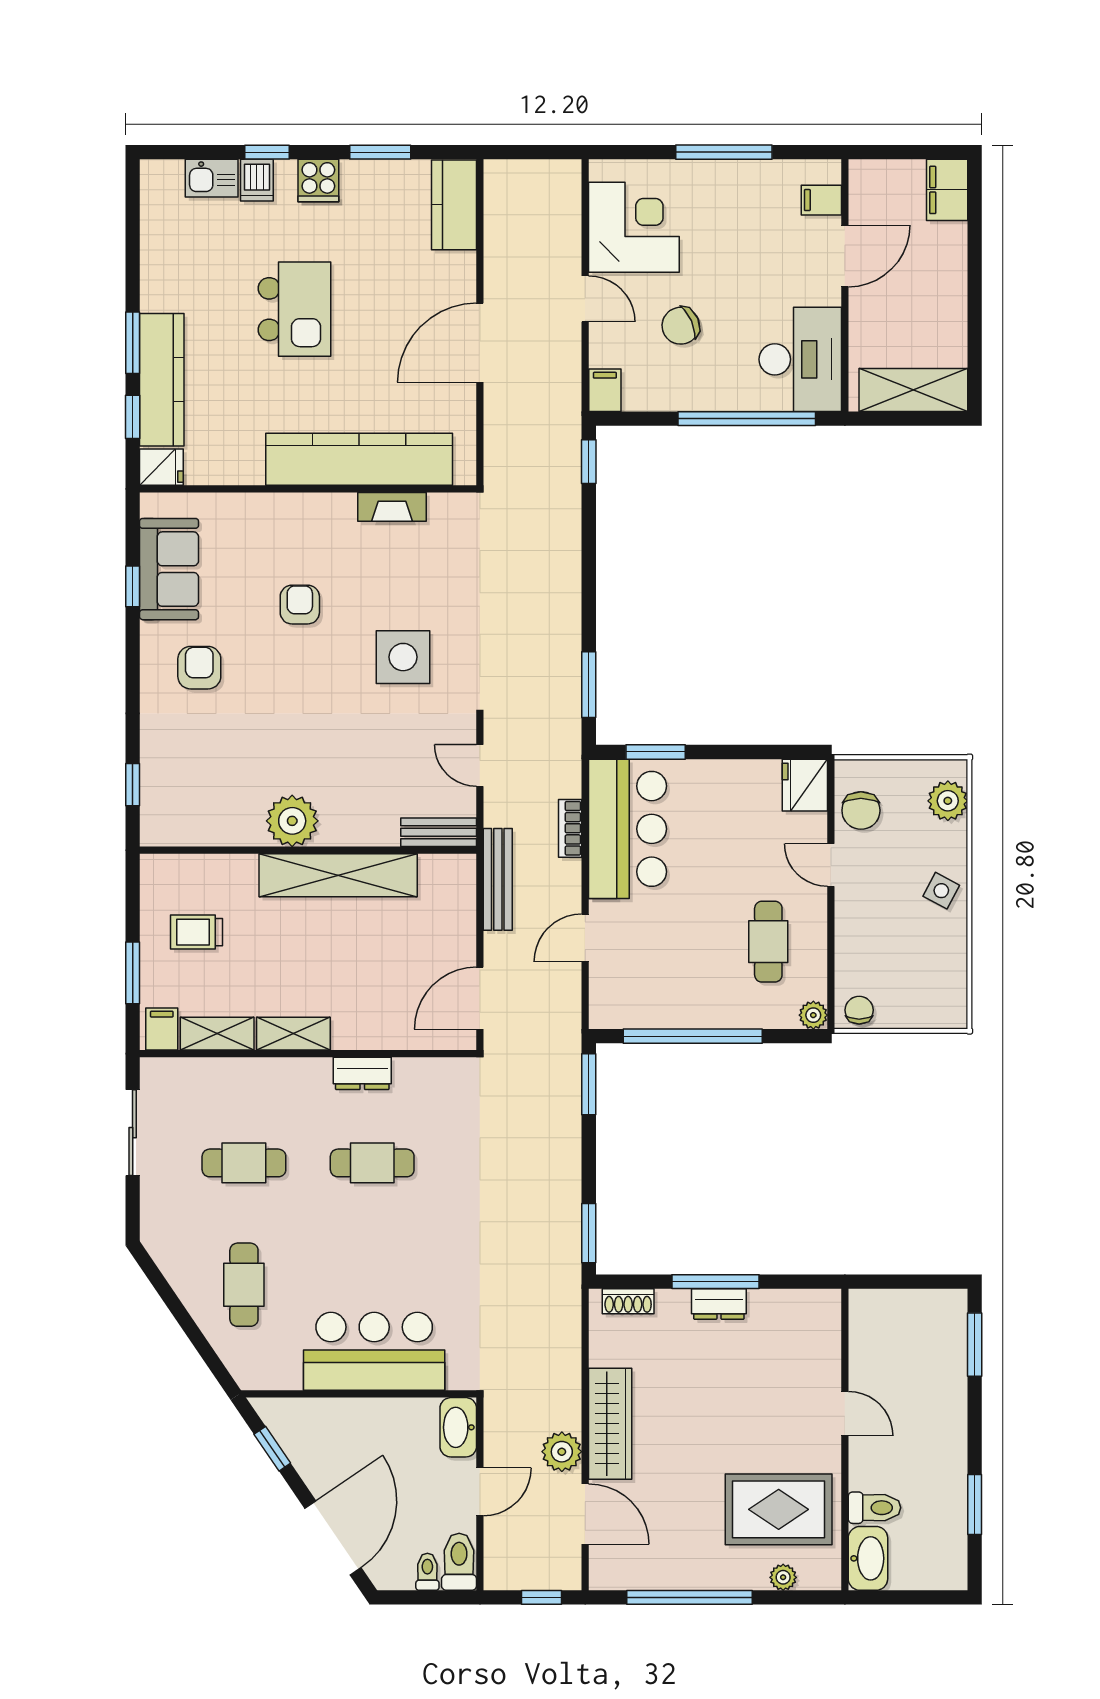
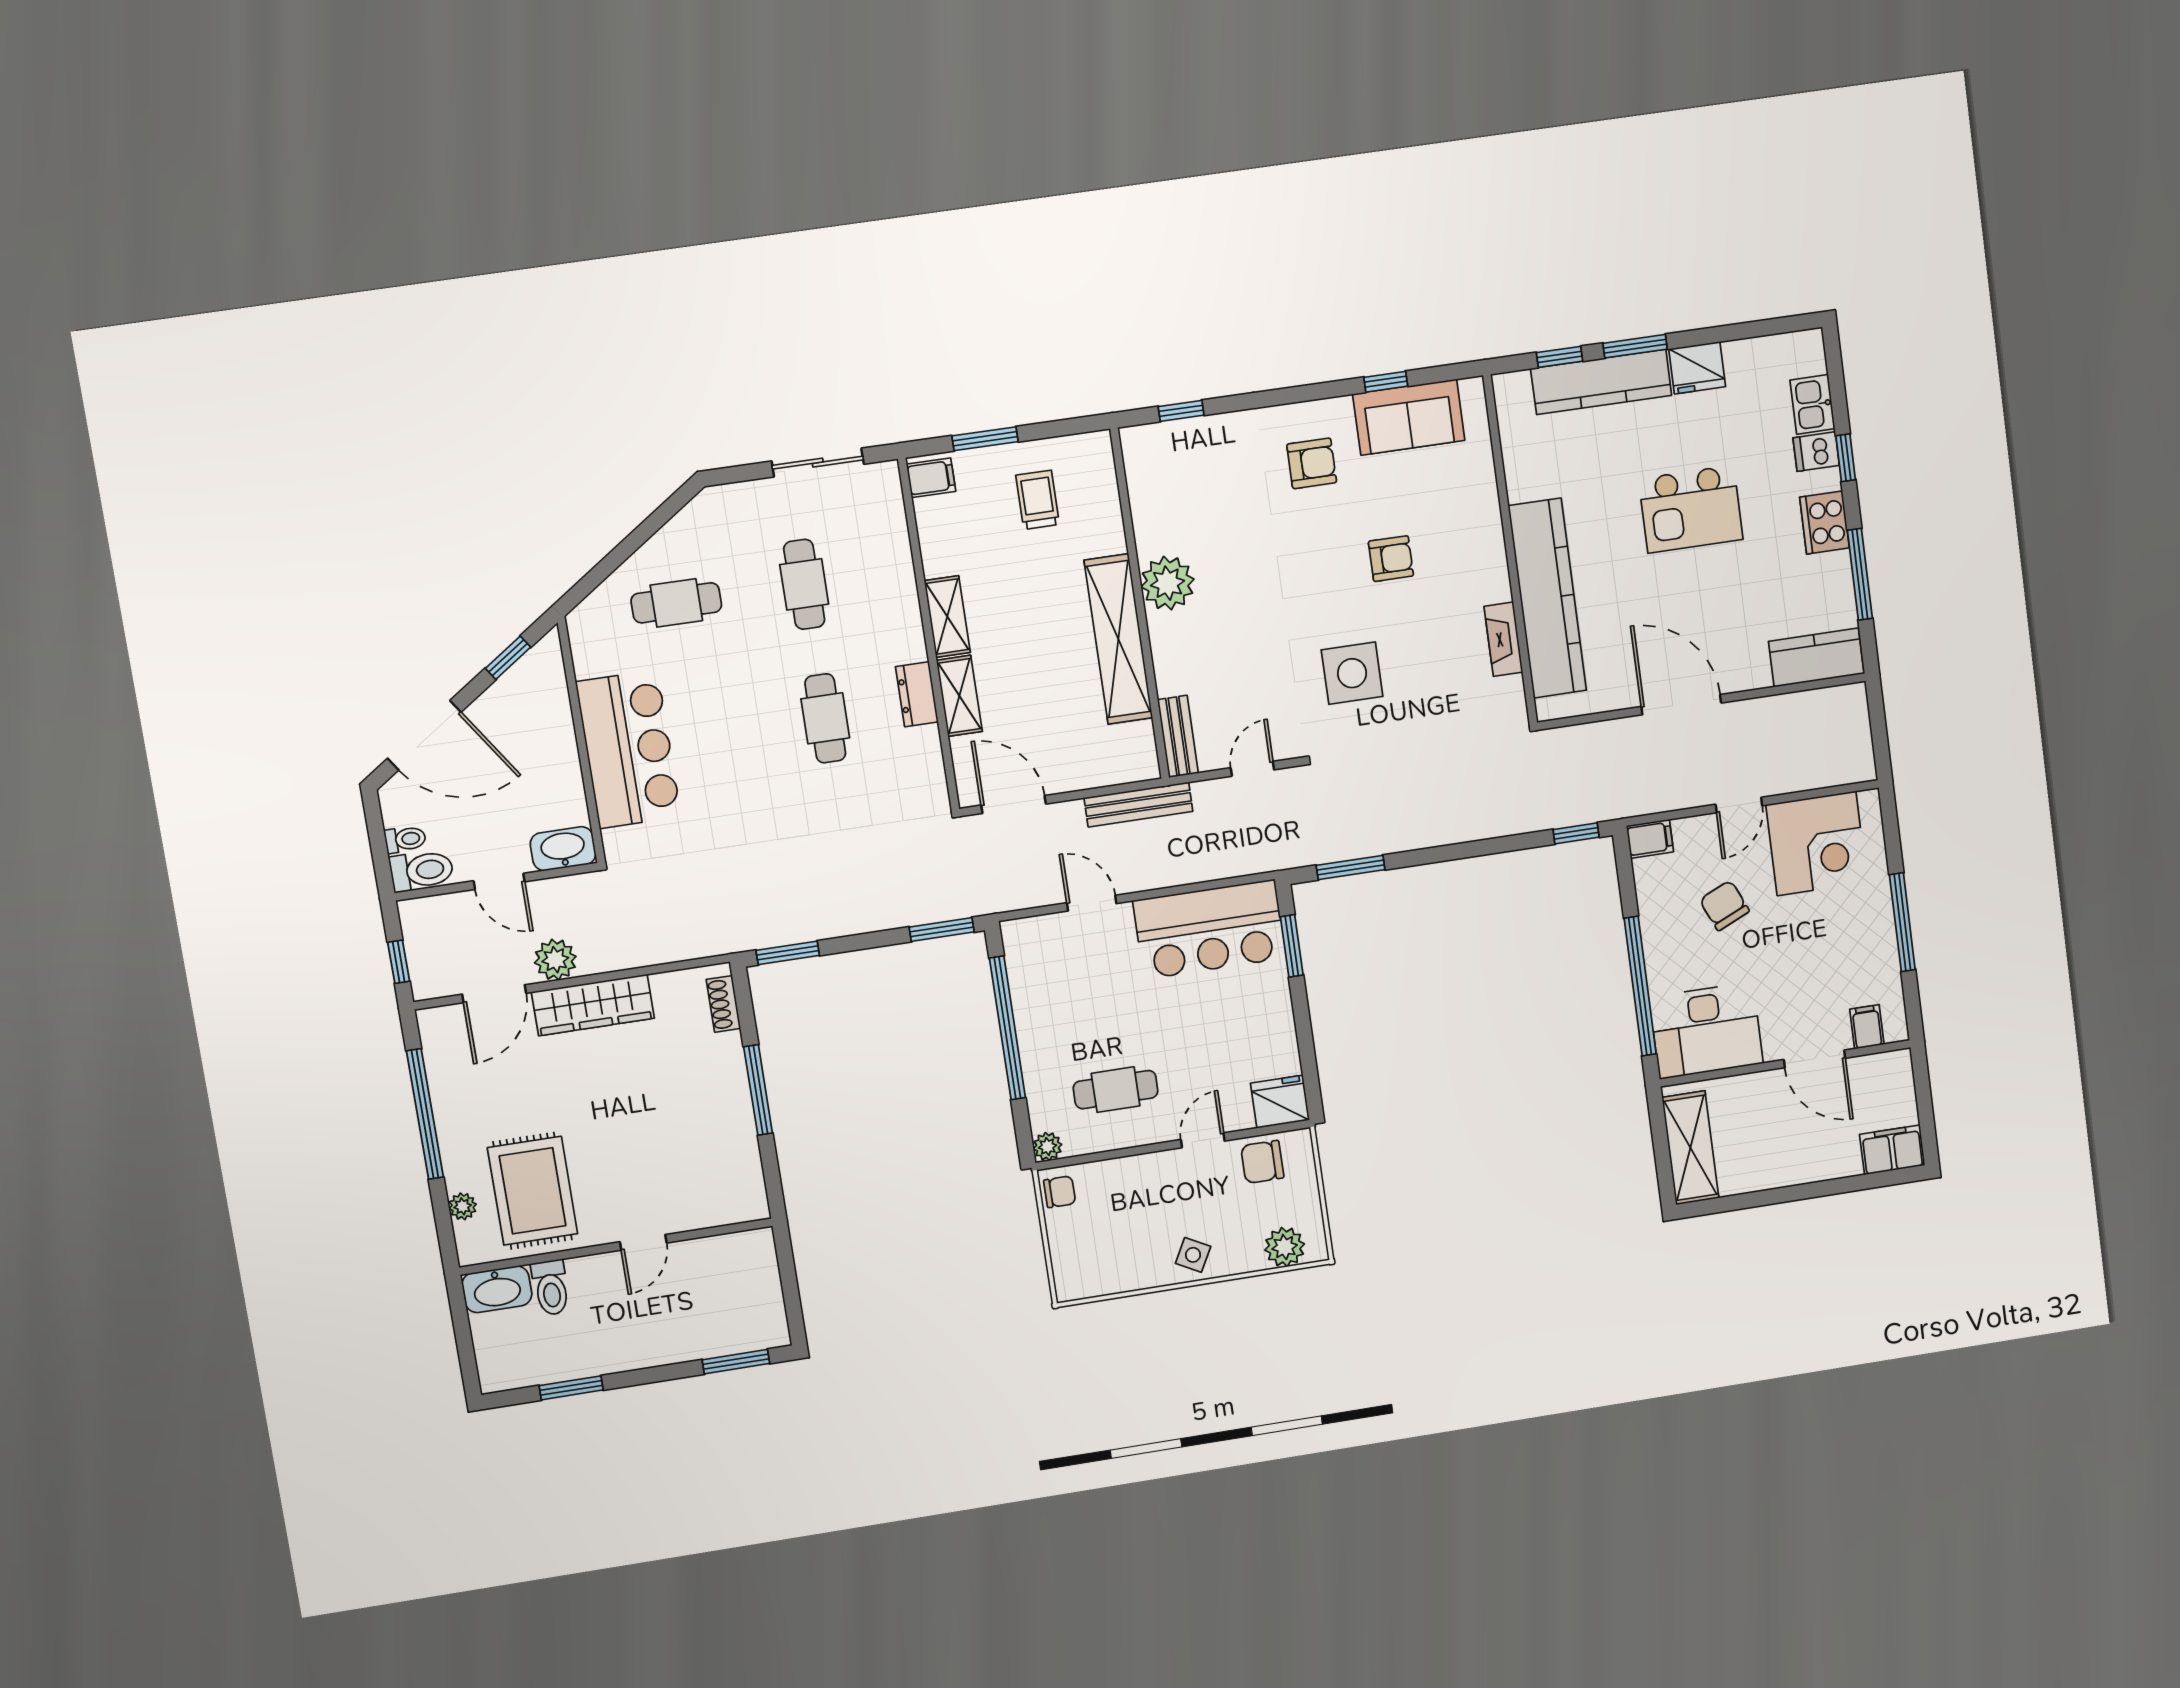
window: (380, 152) -> (1860, 574), width x1.44
cooker: (318, 180) -> (1825, 523), width x1.36
fridge: (161, 467) -> (1697, 368), moved, width x1.38
bookcase: (570, 828) -> (1202, 871), removed
shelving: (217, 1034) -> (959, 696), moved
dresser: (719, 1304) -> (736, 1097), removed

